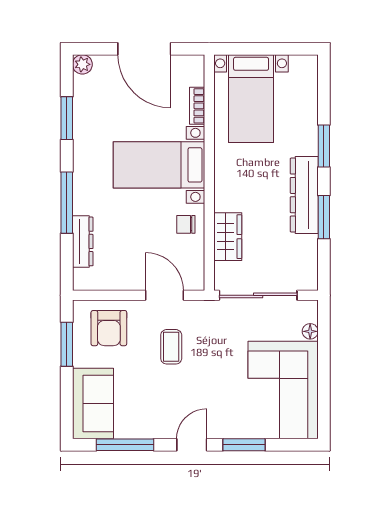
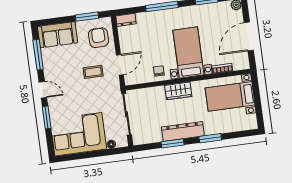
wardrobe: (228, 237) -> (178, 91), moved
dresser: (83, 241) -> (126, 20), moved, width x0.70
armchair: (109, 328) -> (99, 38), turned 89

